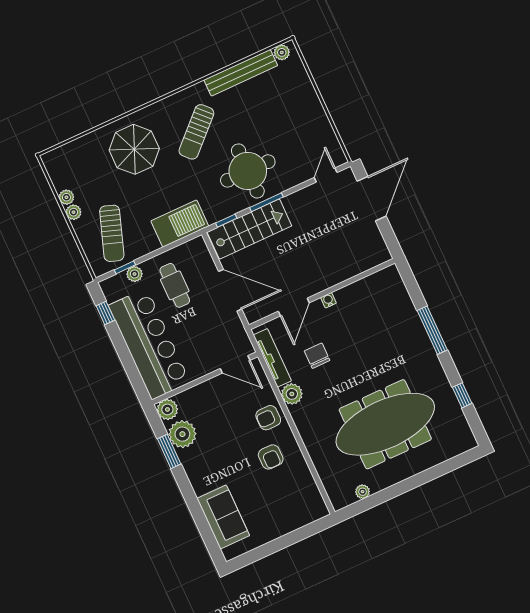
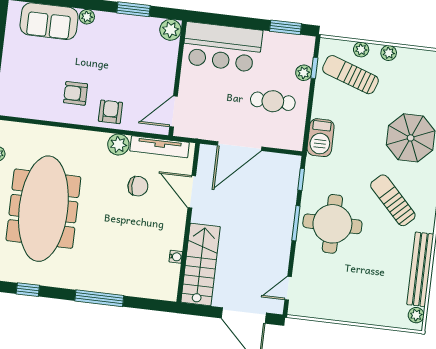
door: (326, 175) -> (288, 288), swing flipped
plant: (66, 197) -> (361, 50), moved
barbecue: (180, 224) -> (321, 138), width x0.73, depth x0.83
stairs: (249, 229) -> (201, 264), moved, turned 180
water cooler: (328, 300) -> (176, 257), moved
window: (105, 313) -> (286, 27), width x1.50
bar counter: (149, 344) -> (222, 47), width x0.73
plant: (182, 434) -> (87, 17), moved, width x0.53, depth x0.53

